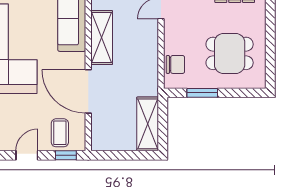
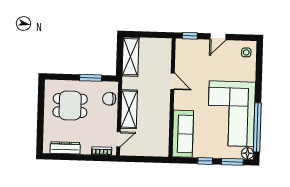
shelving: (102, 38) -> (129, 109), moved
door: (88, 91) -> (173, 81), width x0.53
coffee table: (60, 133) -> (194, 52), removed

